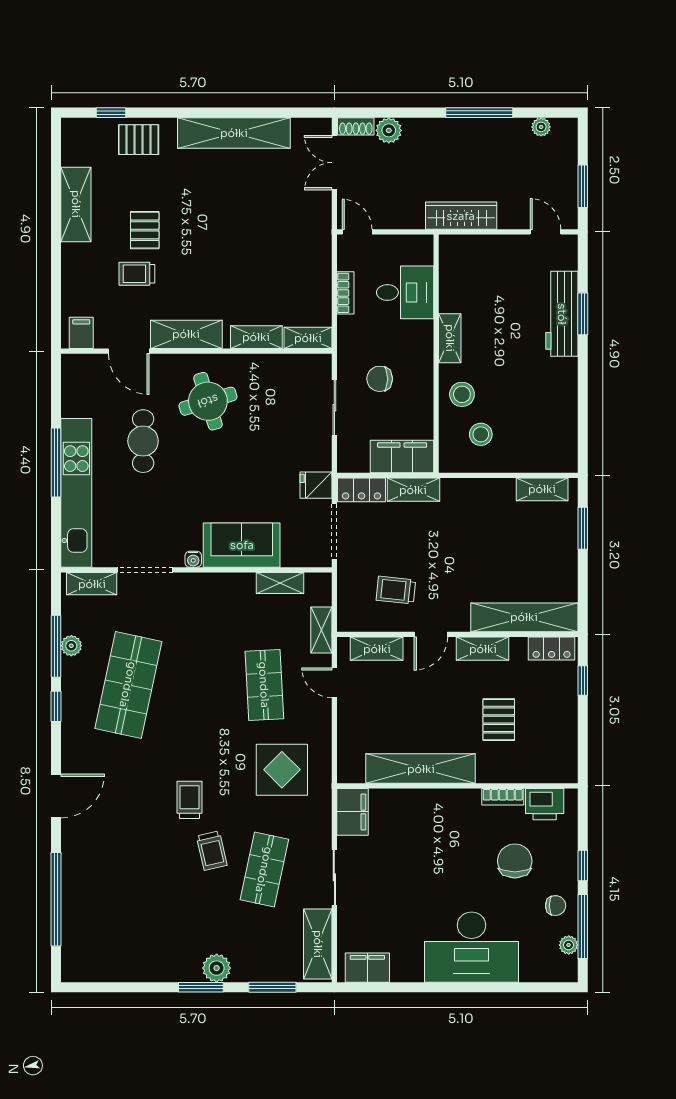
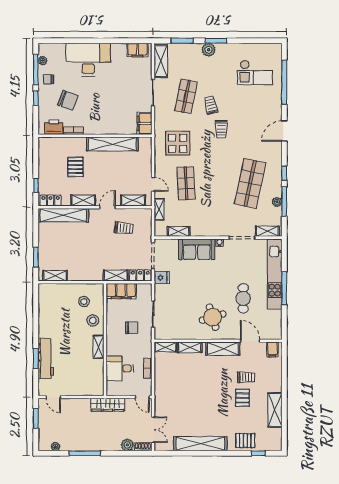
wardrobe: (461, 216) -> (108, 405), moved
chair: (515, 861) -> (68, 100), turned -69
checkout: (118, 920) -> (255, 72), added

